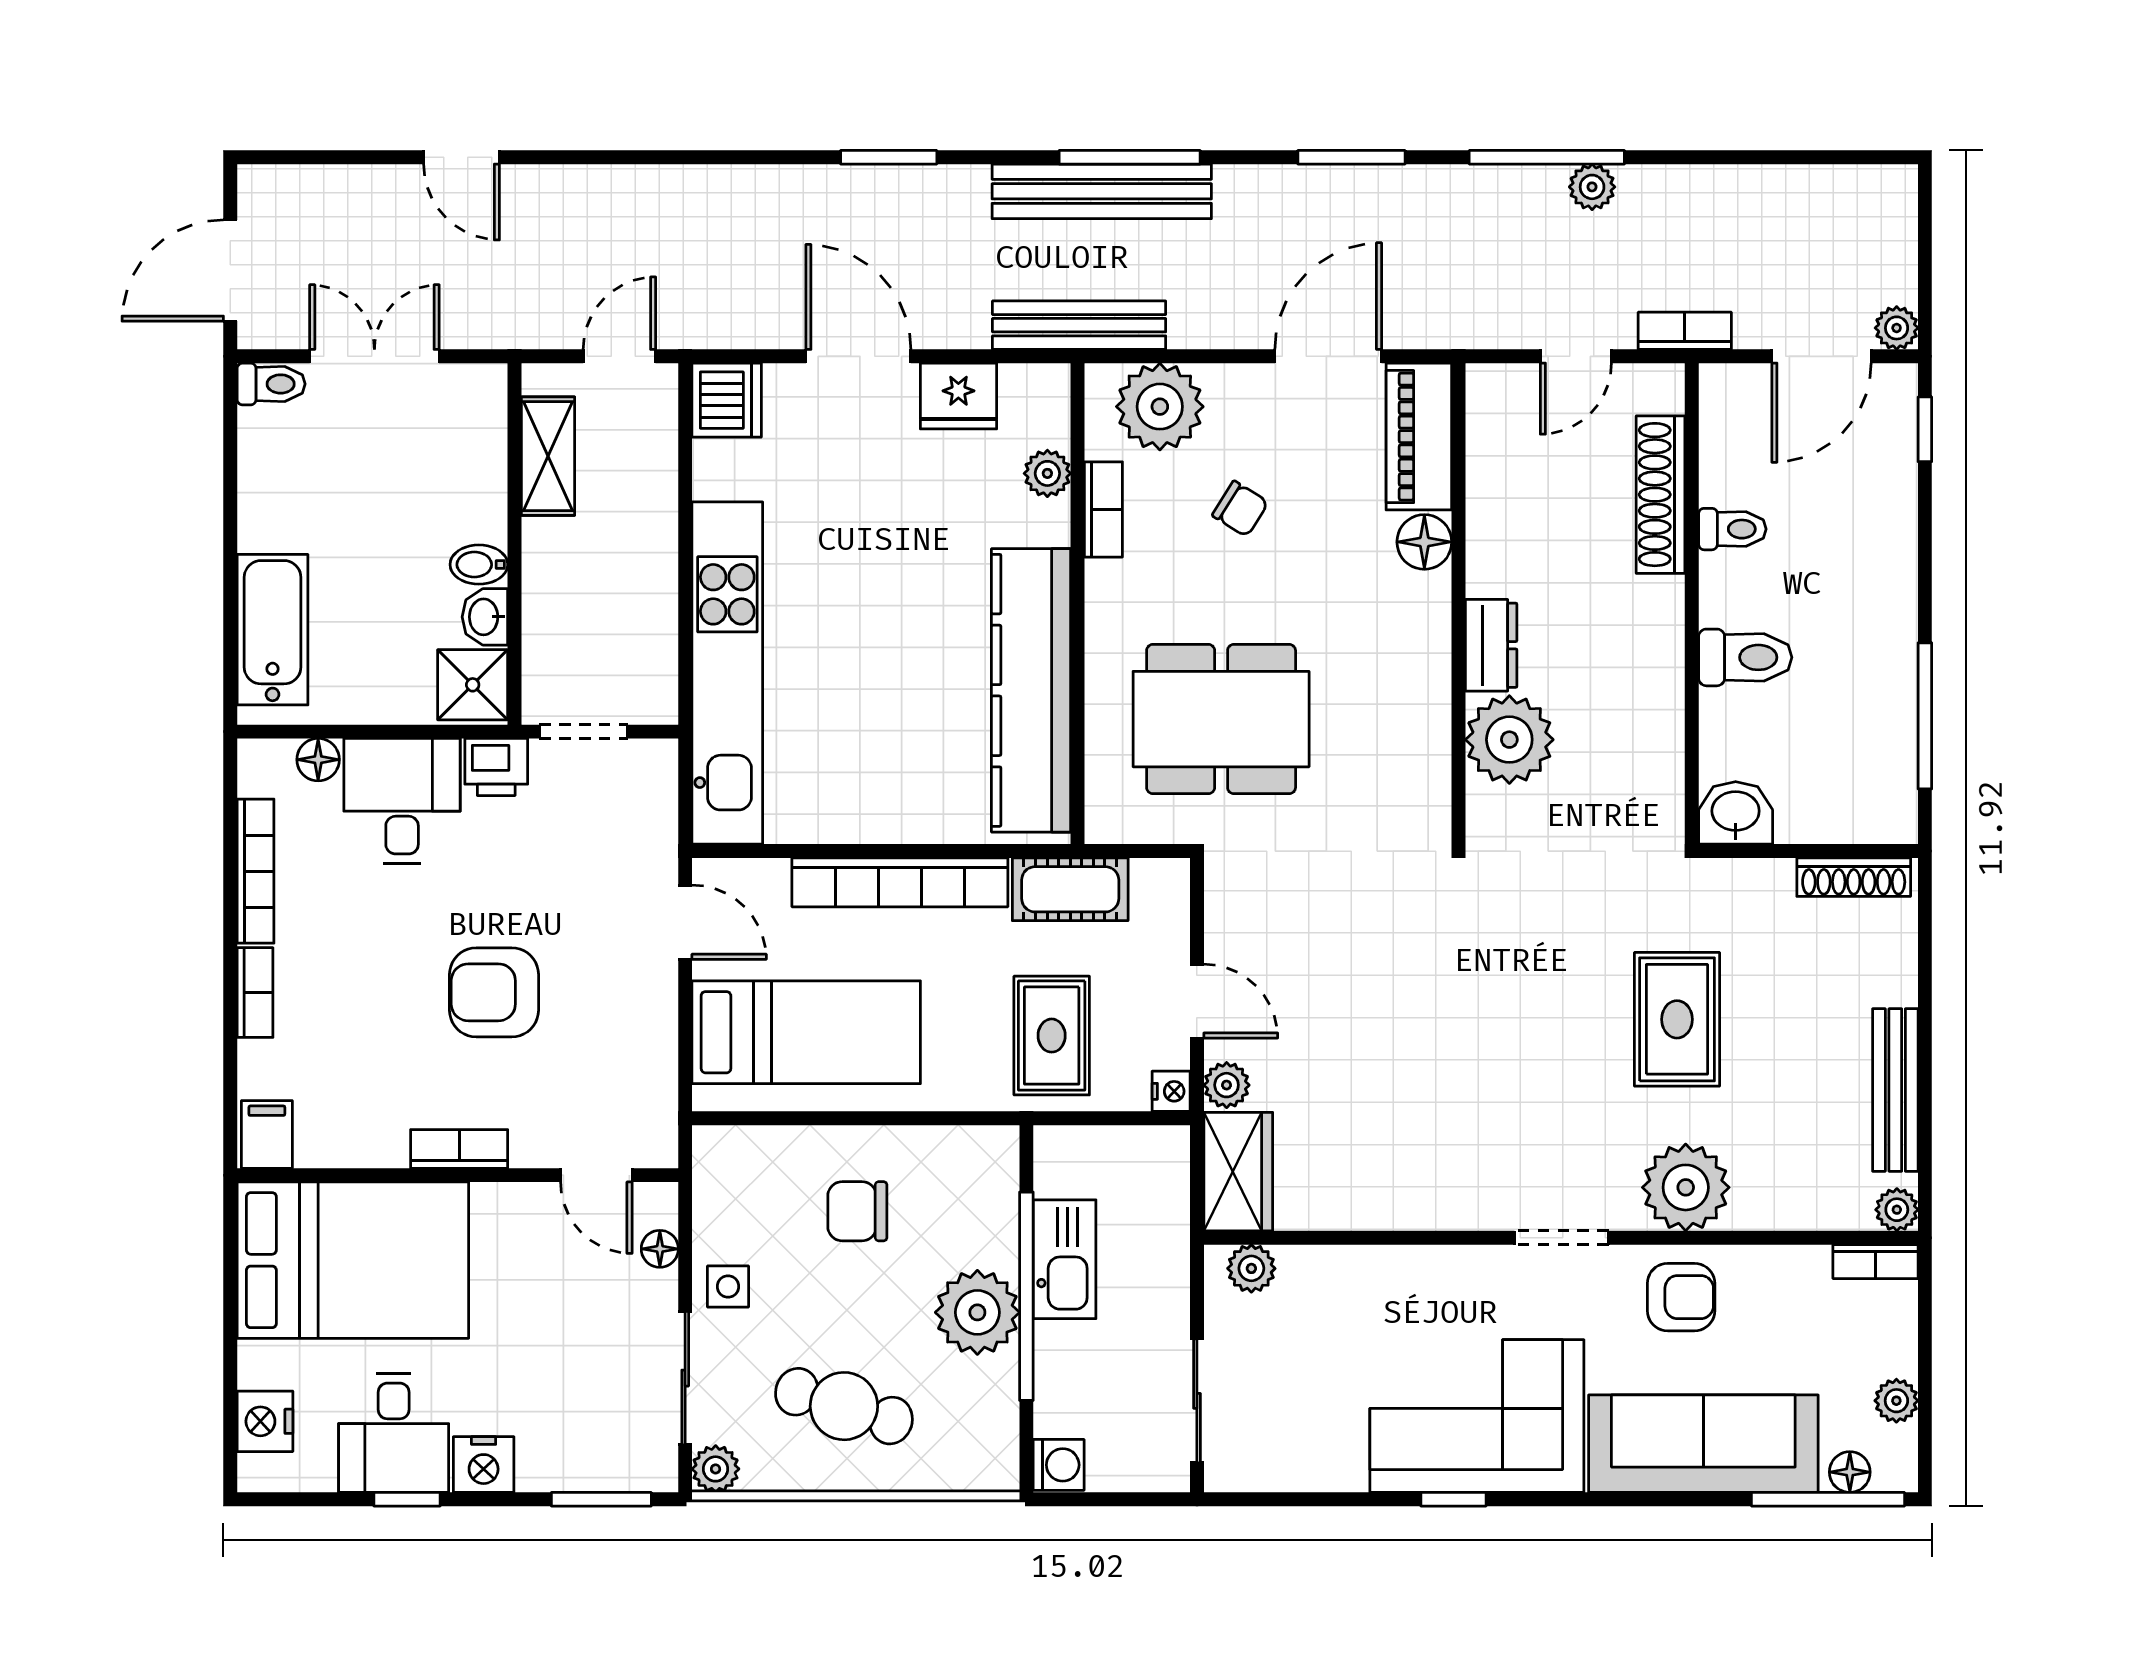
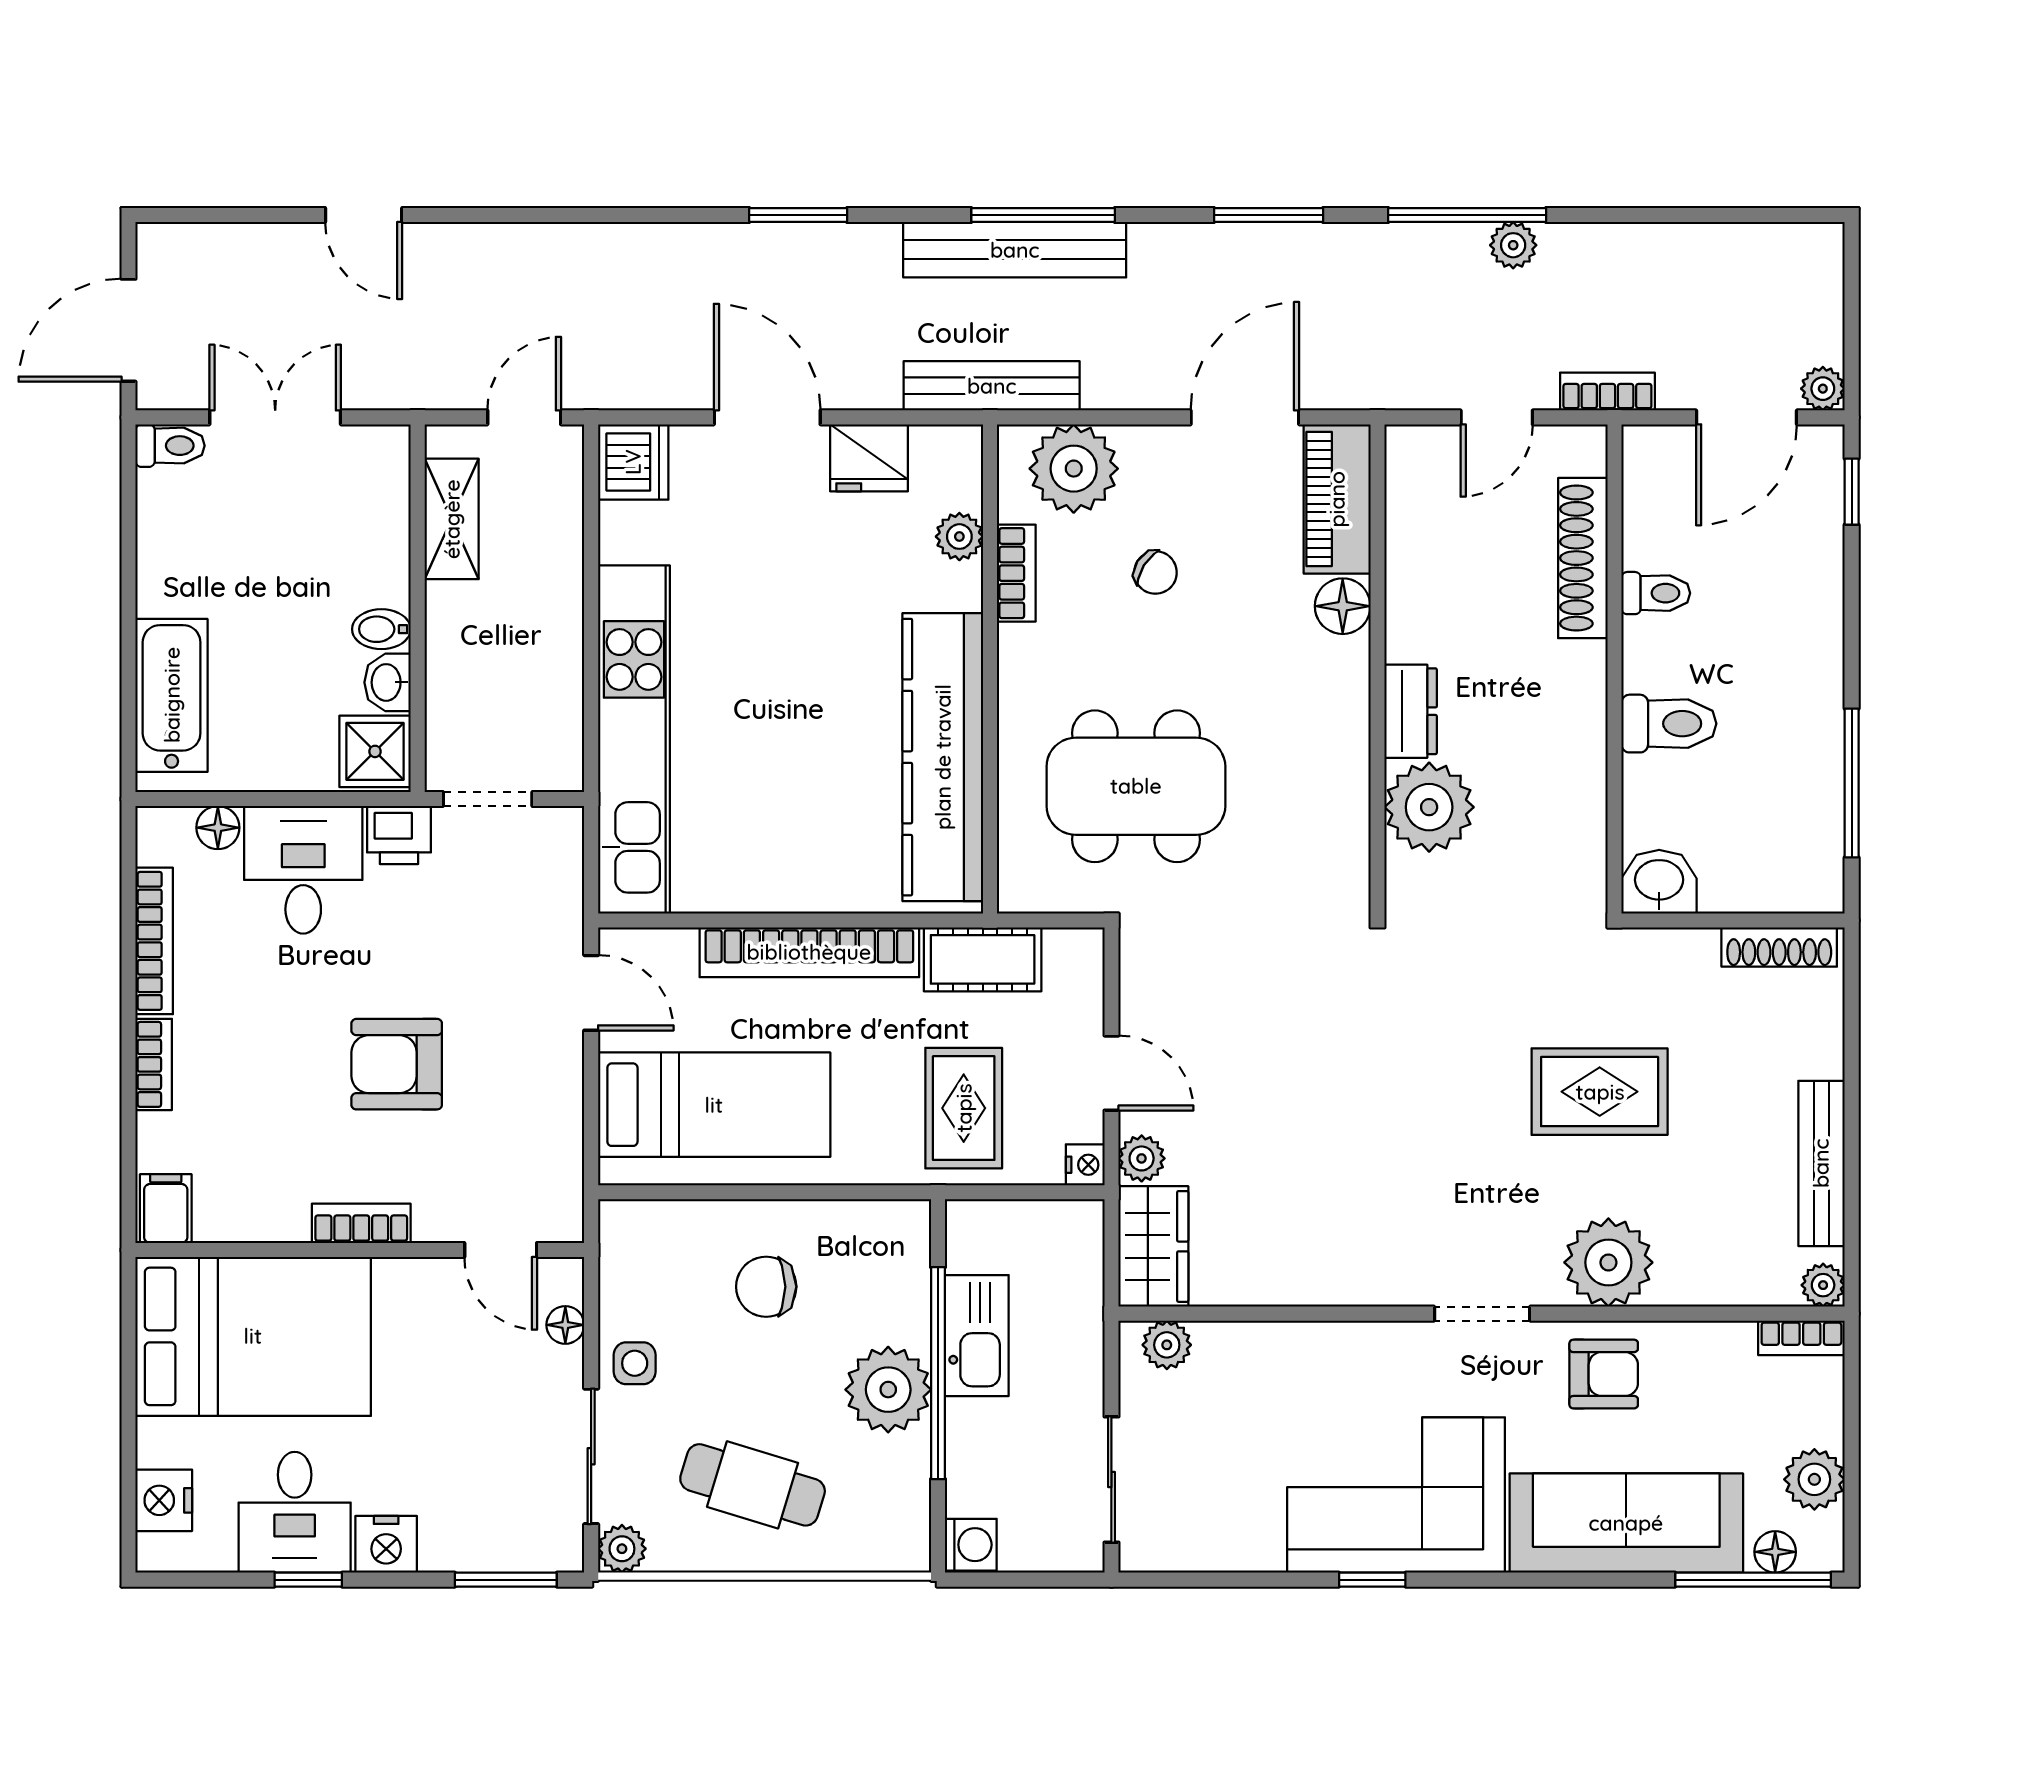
rug: (1677, 1019) -> (1600, 1092), turned 90
plant: (1896, 1401) -> (1814, 1479), width x1.38, depth x1.38

